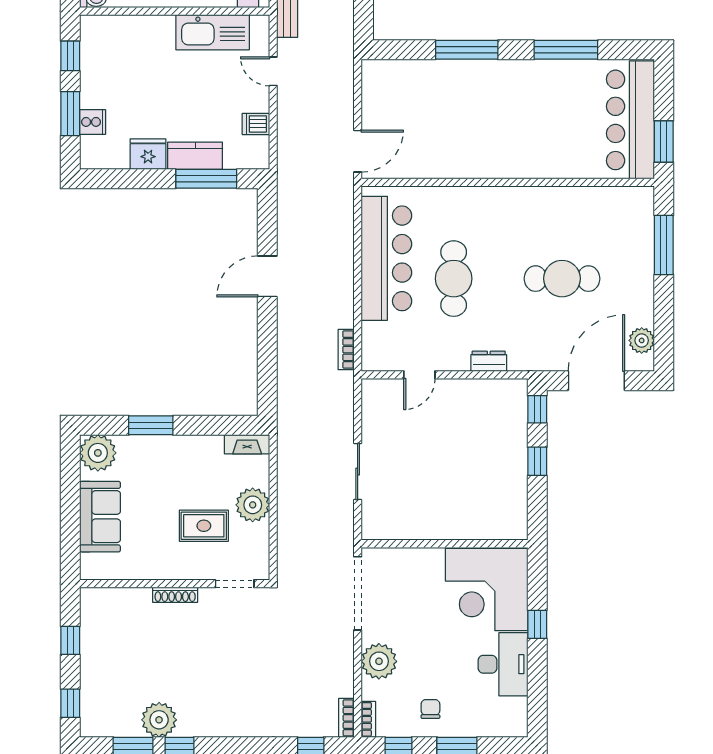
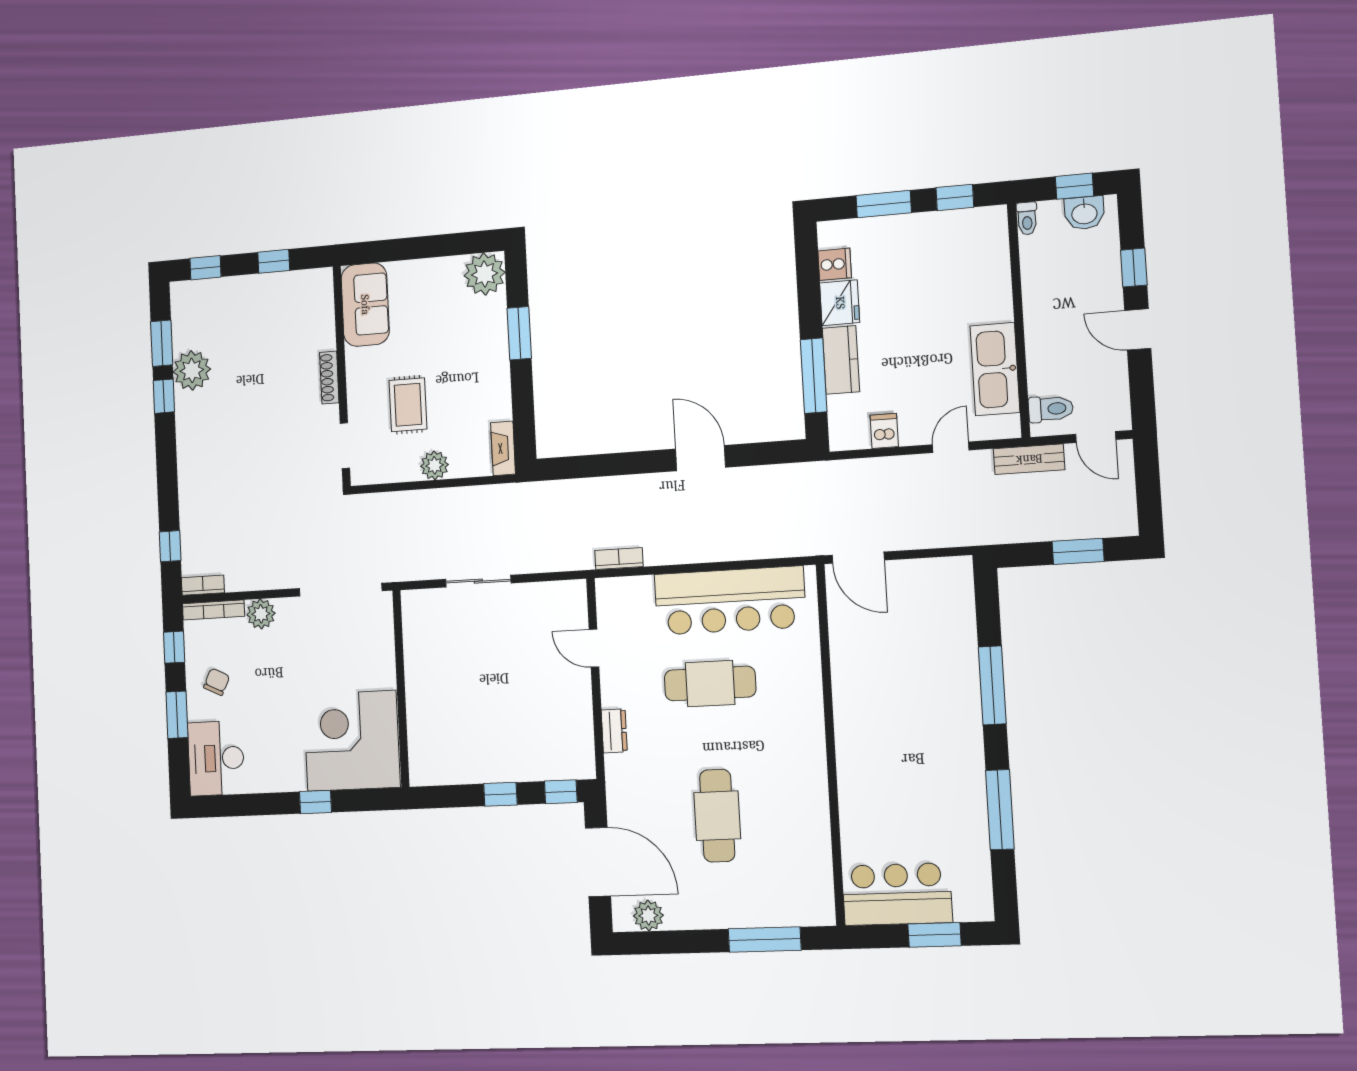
bar counter: (630, 120) -> (897, 894), width x0.73
cooker: (93, 122) -> (835, 264), moved, turned -90
window: (664, 141) -> (934, 935), moved
plant: (253, 505) -> (435, 465), width x0.73, depth x0.73
sofa: (100, 517) -> (365, 305), moved, turned -90
plant: (379, 661) -> (261, 614), width x0.73, depth x0.73
desk: (503, 664) -> (216, 758), moved, turned 90
chair: (430, 709) -> (217, 682), turned -64
bookcase: (368, 719) -> (213, 610), width x1.56

